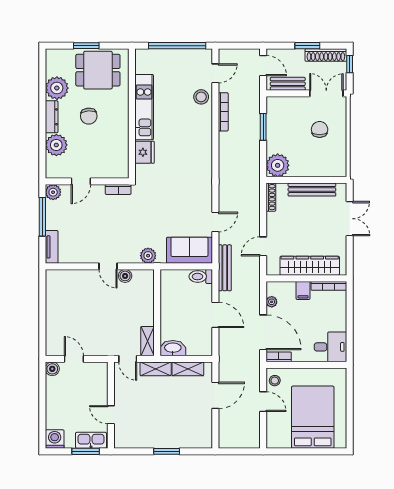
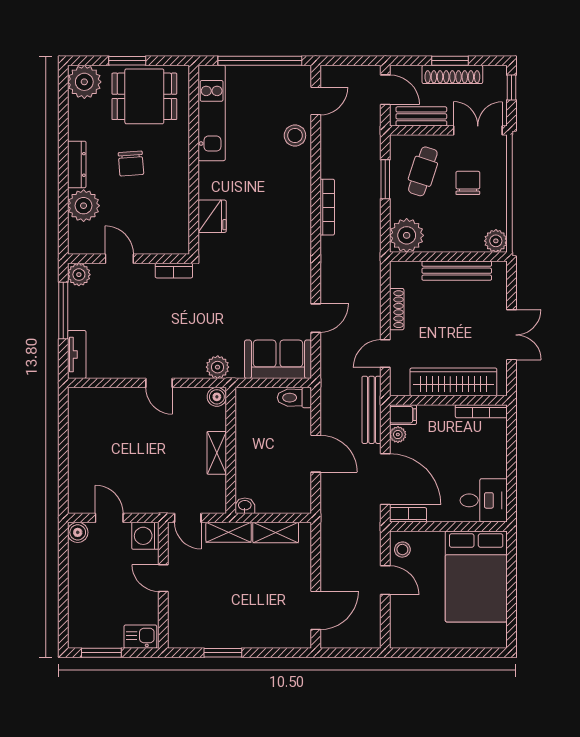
shoe rack: (326, 55) -> (452, 74), moved
plant: (57, 88) -> (84, 82), moved
kitchen unit: (144, 107) -> (212, 113), moved
bookcase: (223, 112) -> (327, 207), moved
cafe table: (289, 121) -> (423, 171), added
plant: (339, 169) -> (496, 241), added
door: (81, 181) -> (119, 259), swing flipped
shoe rack: (271, 197) -> (397, 309), moved
double door: (350, 219) -> (512, 335), moved
bench: (225, 268) -> (372, 410), moved
boiler: (125, 276) -> (217, 397), moved
filing cabinet: (303, 290) -> (403, 415), moved, turned -90
shelving: (148, 341) -> (217, 453), moved
washbasin: (173, 348) -> (245, 506), width x0.52, depth x0.69
door: (215, 395) -> (316, 610), moved
door: (111, 415) -> (163, 578), moved
bed: (313, 417) -> (476, 576), moved, turned 180
washing machine: (55, 439) -> (145, 536), moved, turned -90
kitchen sink: (91, 440) -> (140, 637), width x0.73
window: (86, 451) -> (101, 653), moved
window: (167, 451) -> (223, 653), moved

